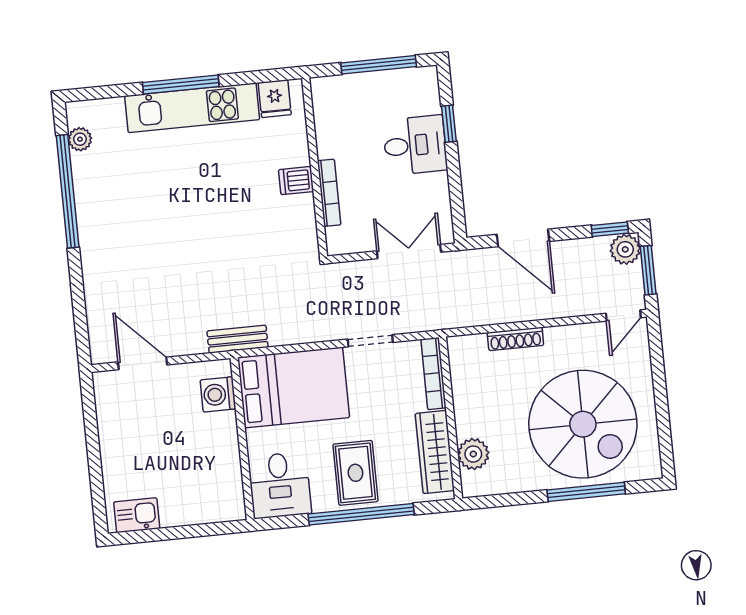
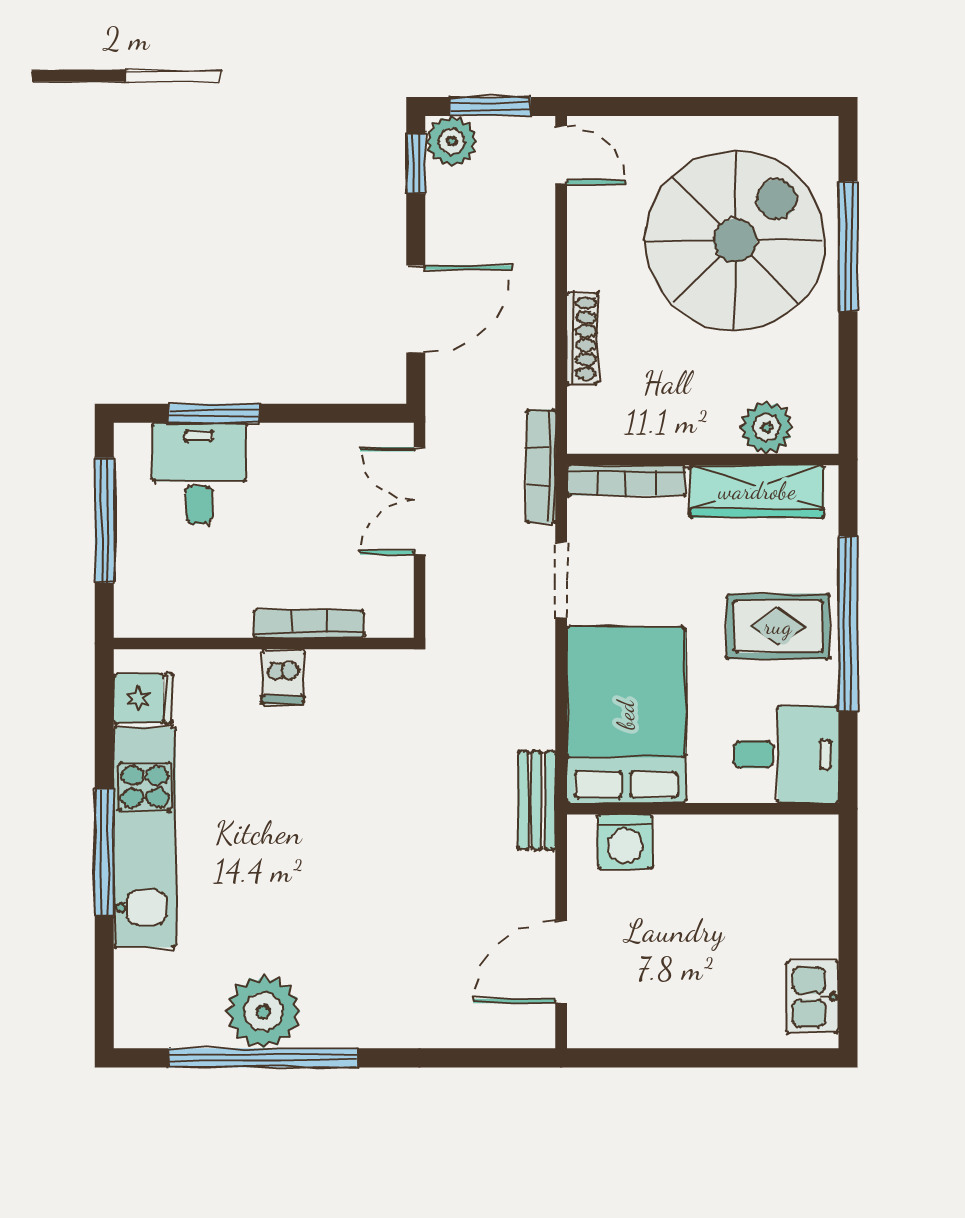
window: (449, 124) -> (214, 413), width x1.50
plant: (80, 139) -> (263, 1012), moved, width x1.87, depth x1.87
desk: (415, 145) -> (199, 473), moved
bookcase: (437, 322) -> (541, 466), added

